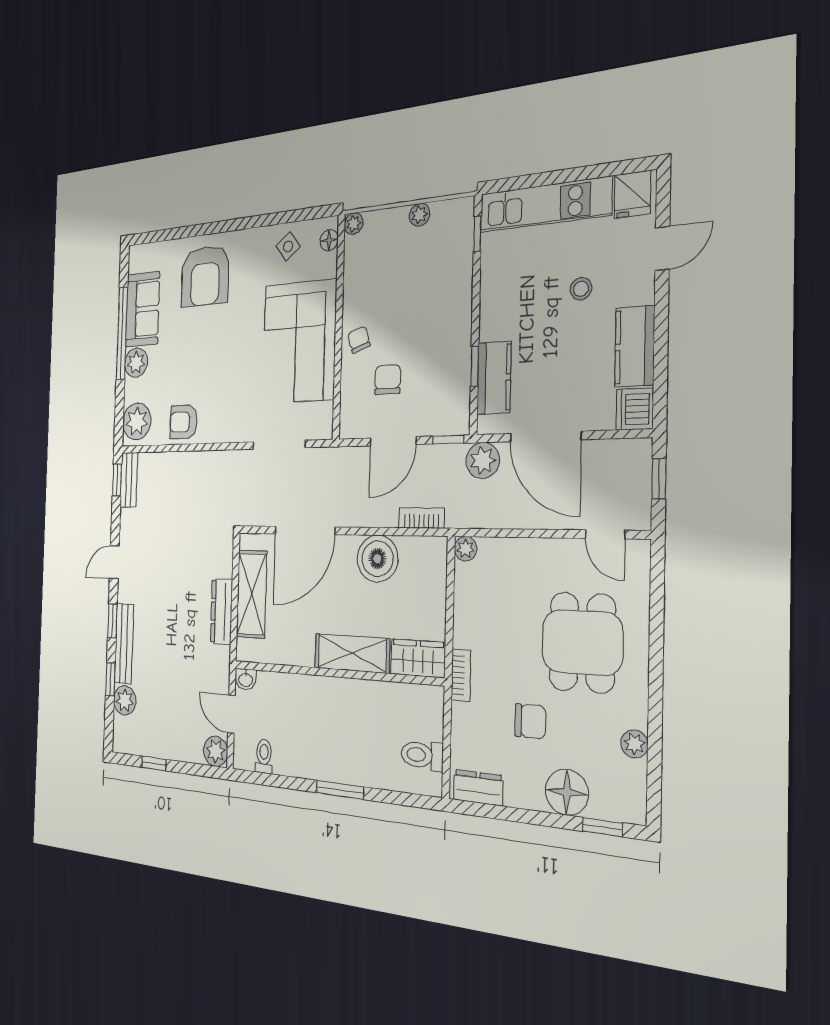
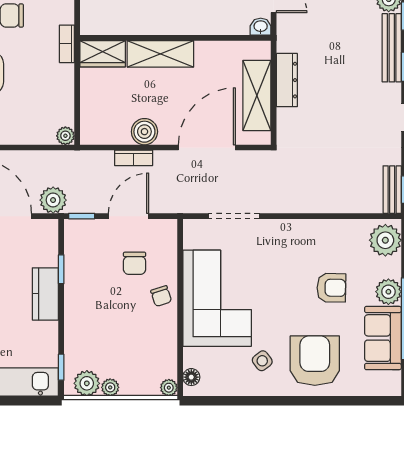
plant: (447, 216) -> (87, 383), added
side table: (288, 246) -> (262, 361), moved
kitchen counter: (494, 378) -> (45, 294), moved
armchair: (184, 422) -> (331, 288), moved
bookcase: (422, 518) -> (134, 158), moved
boiler: (377, 559) -> (144, 132), width x0.73, depth x0.73

